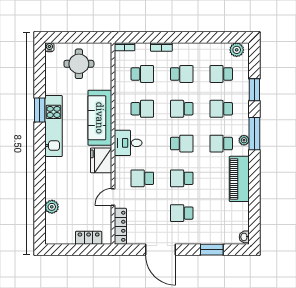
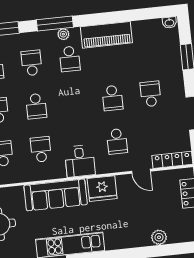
school desk: (221, 109) -> (31, 63), turned 180
school desk: (182, 144) -> (74, 102), removed
school desk: (182, 213) -> (151, 94), turned 180

